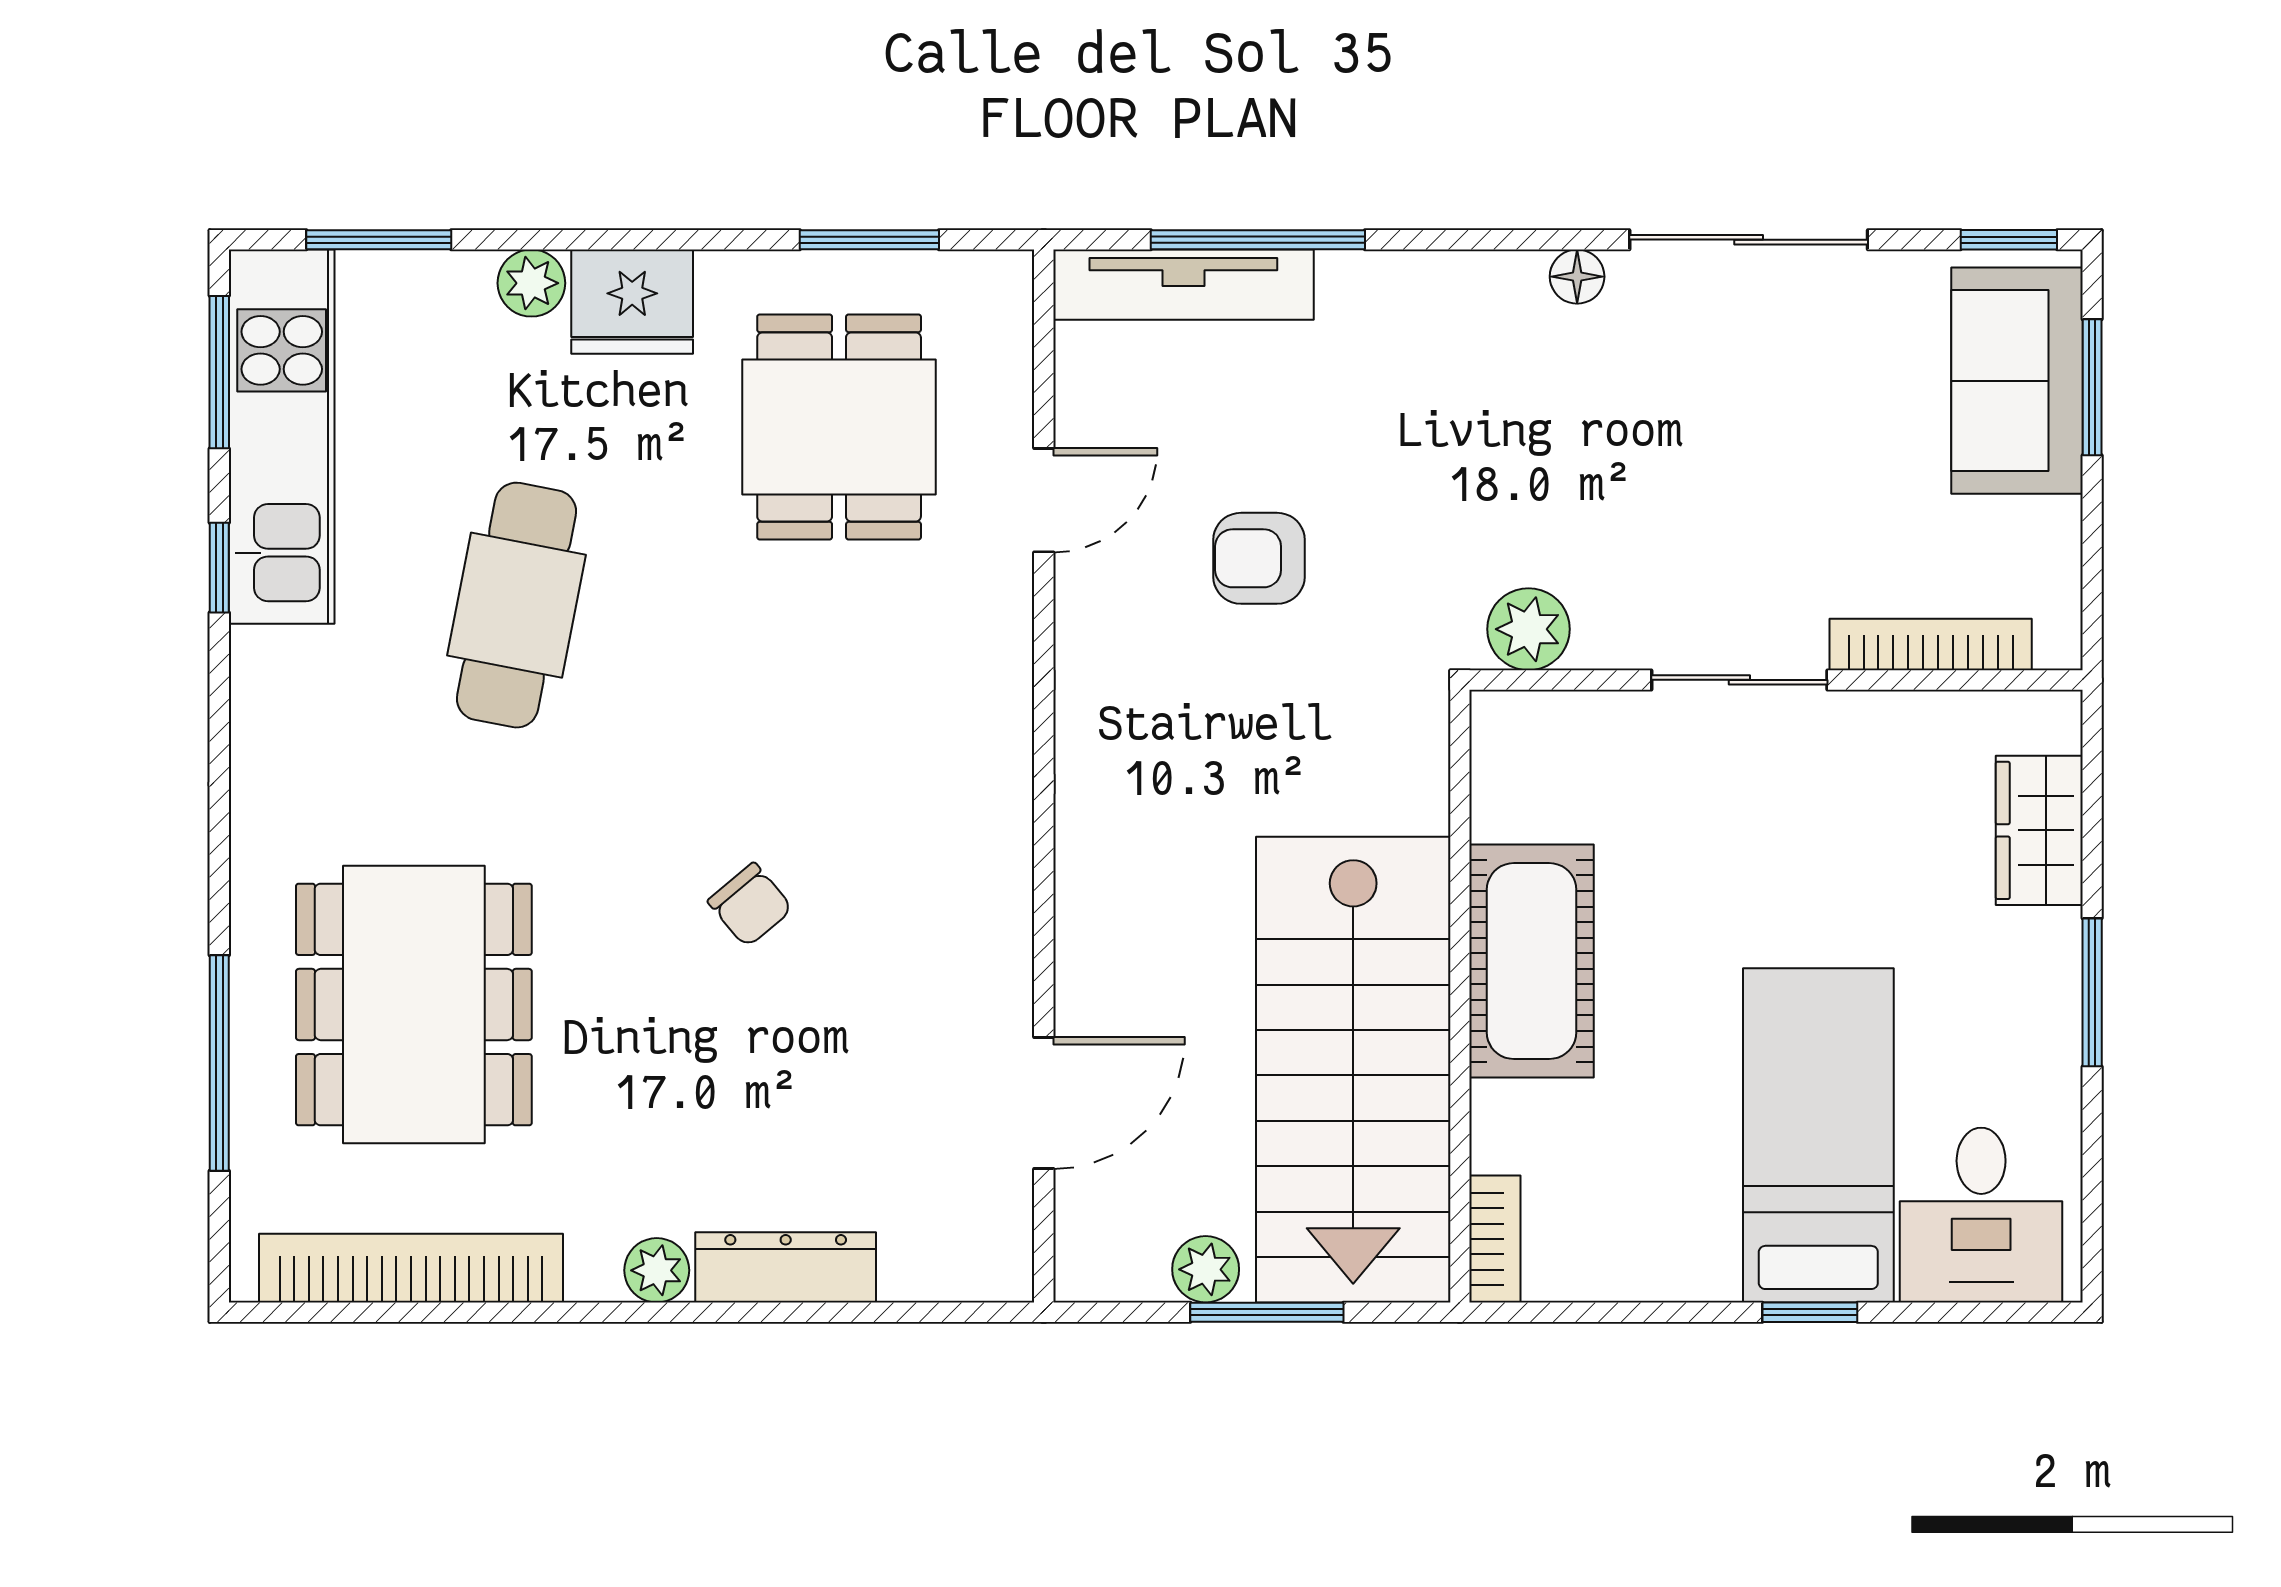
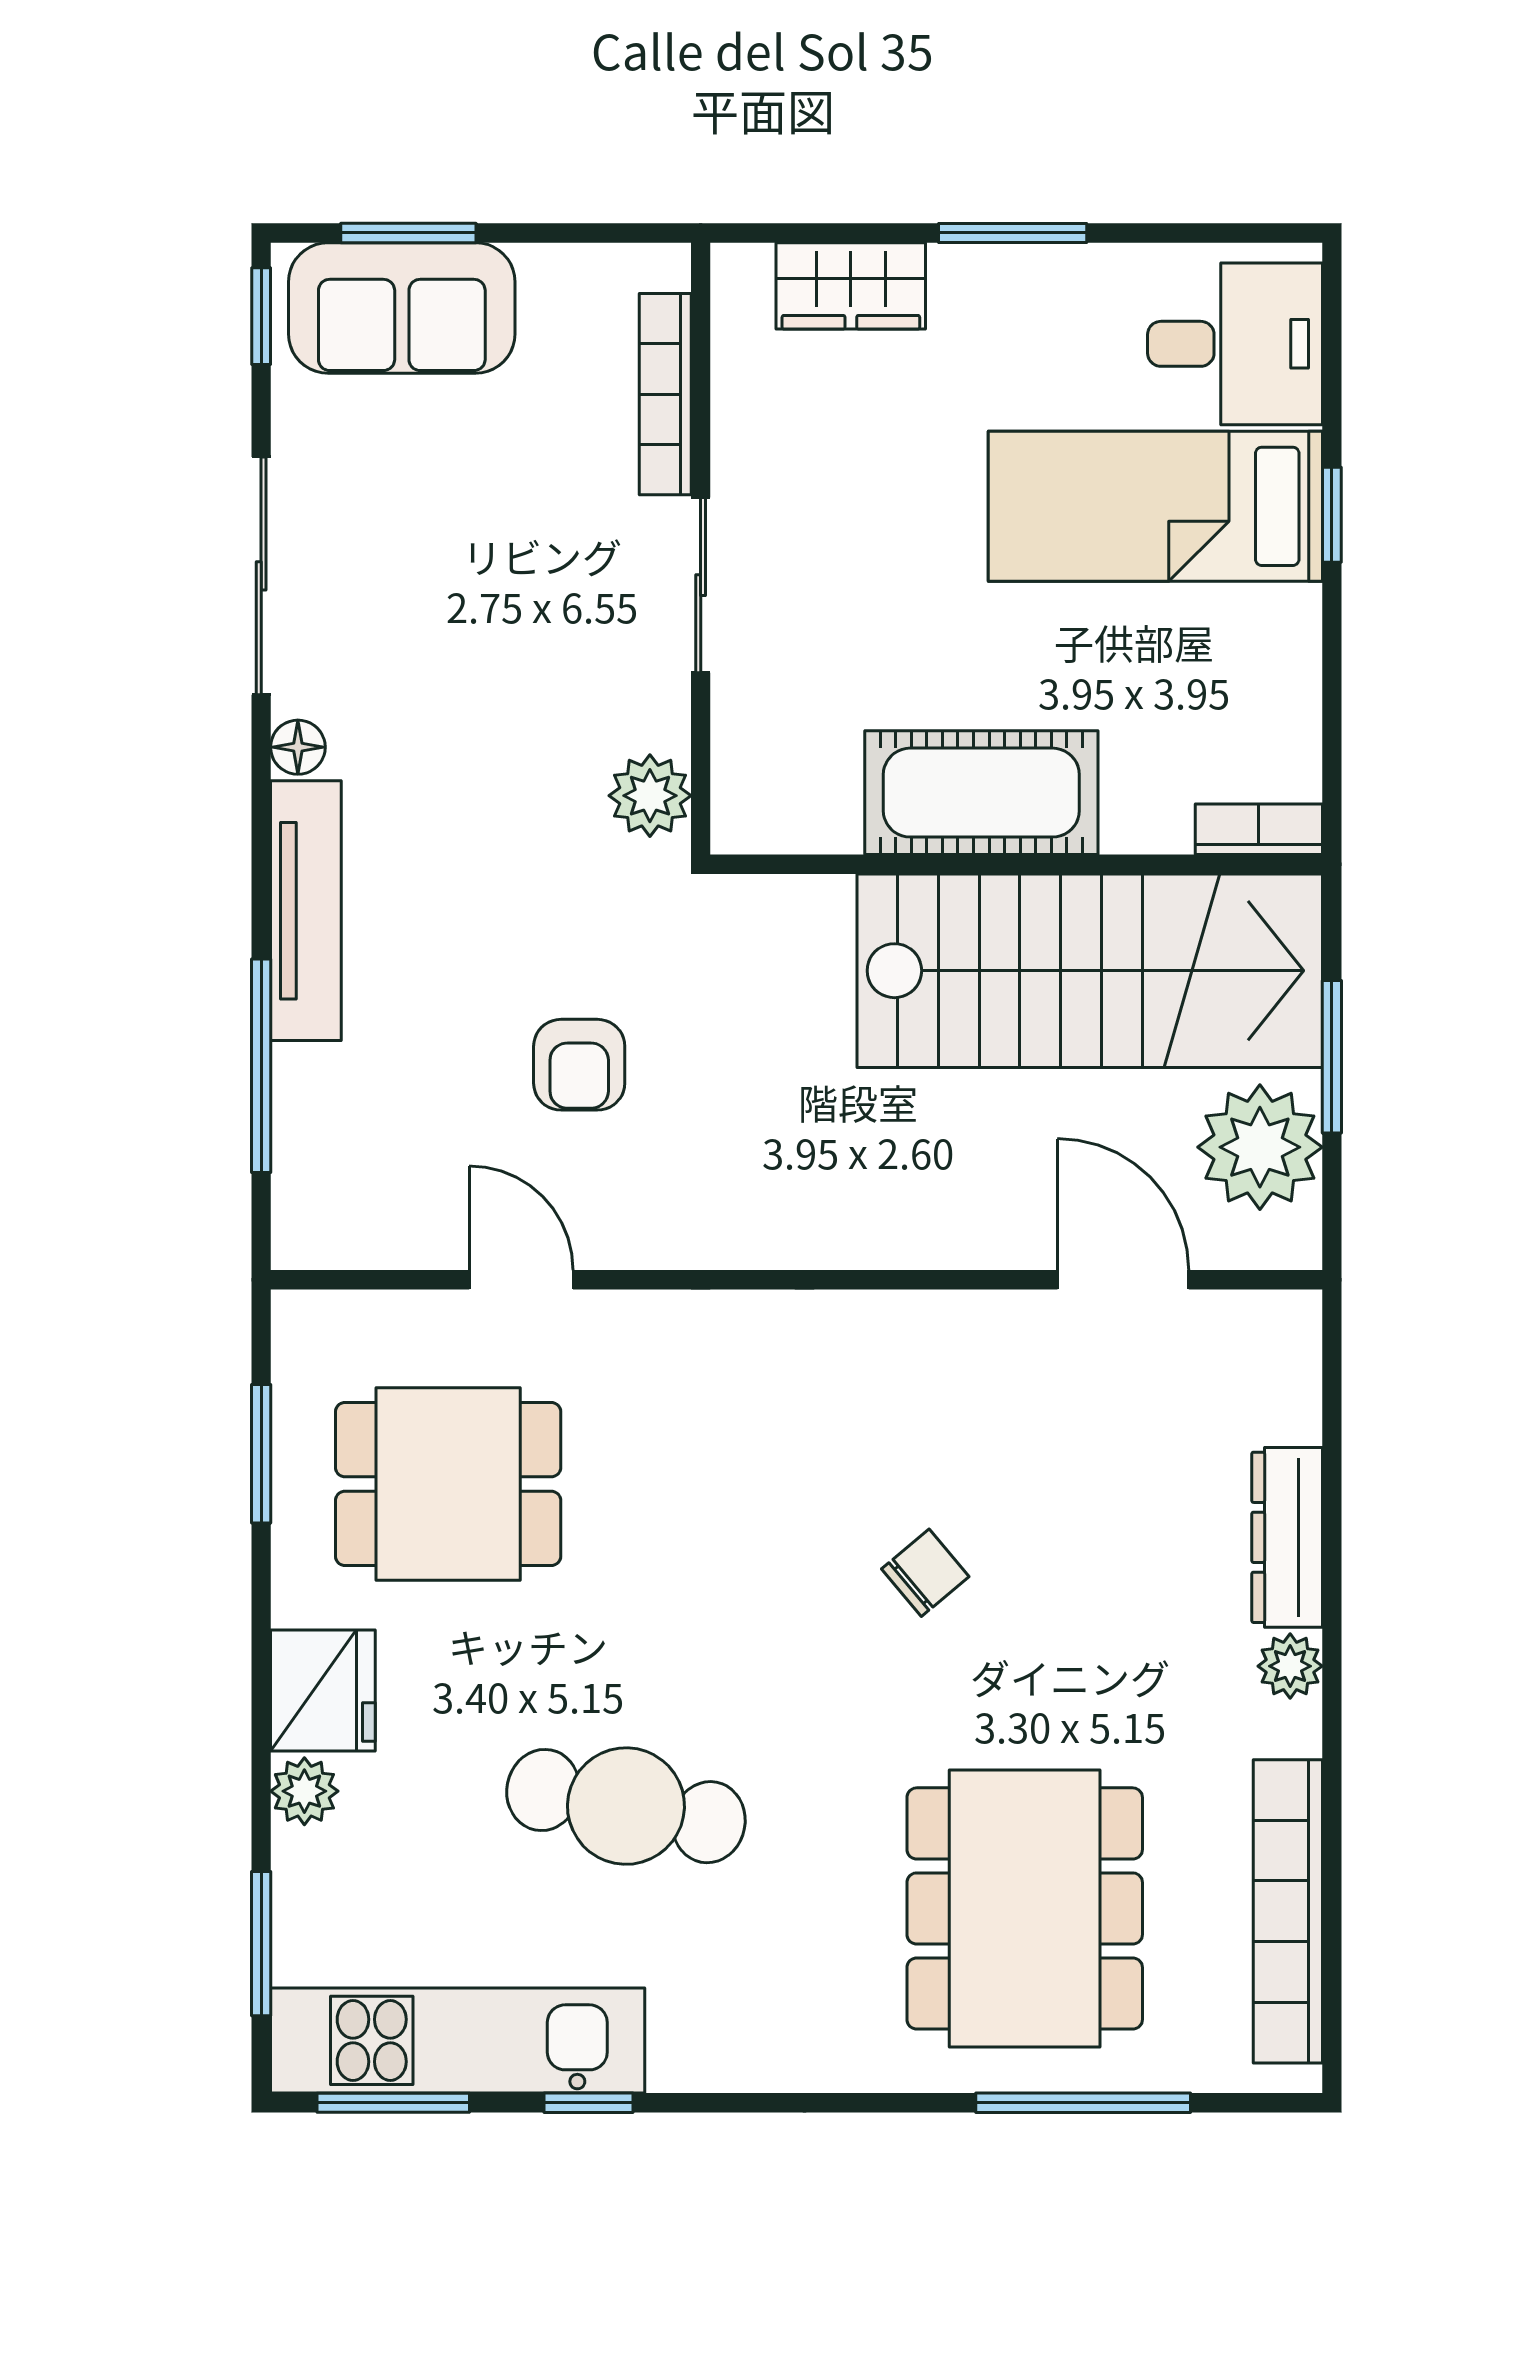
tv unit: (1183, 285) -> (306, 911), moved
dining table: (414, 1005) -> (1025, 1908), turned 90
plant: (1206, 1269) -> (1260, 1147), width x1.87, depth x1.87

